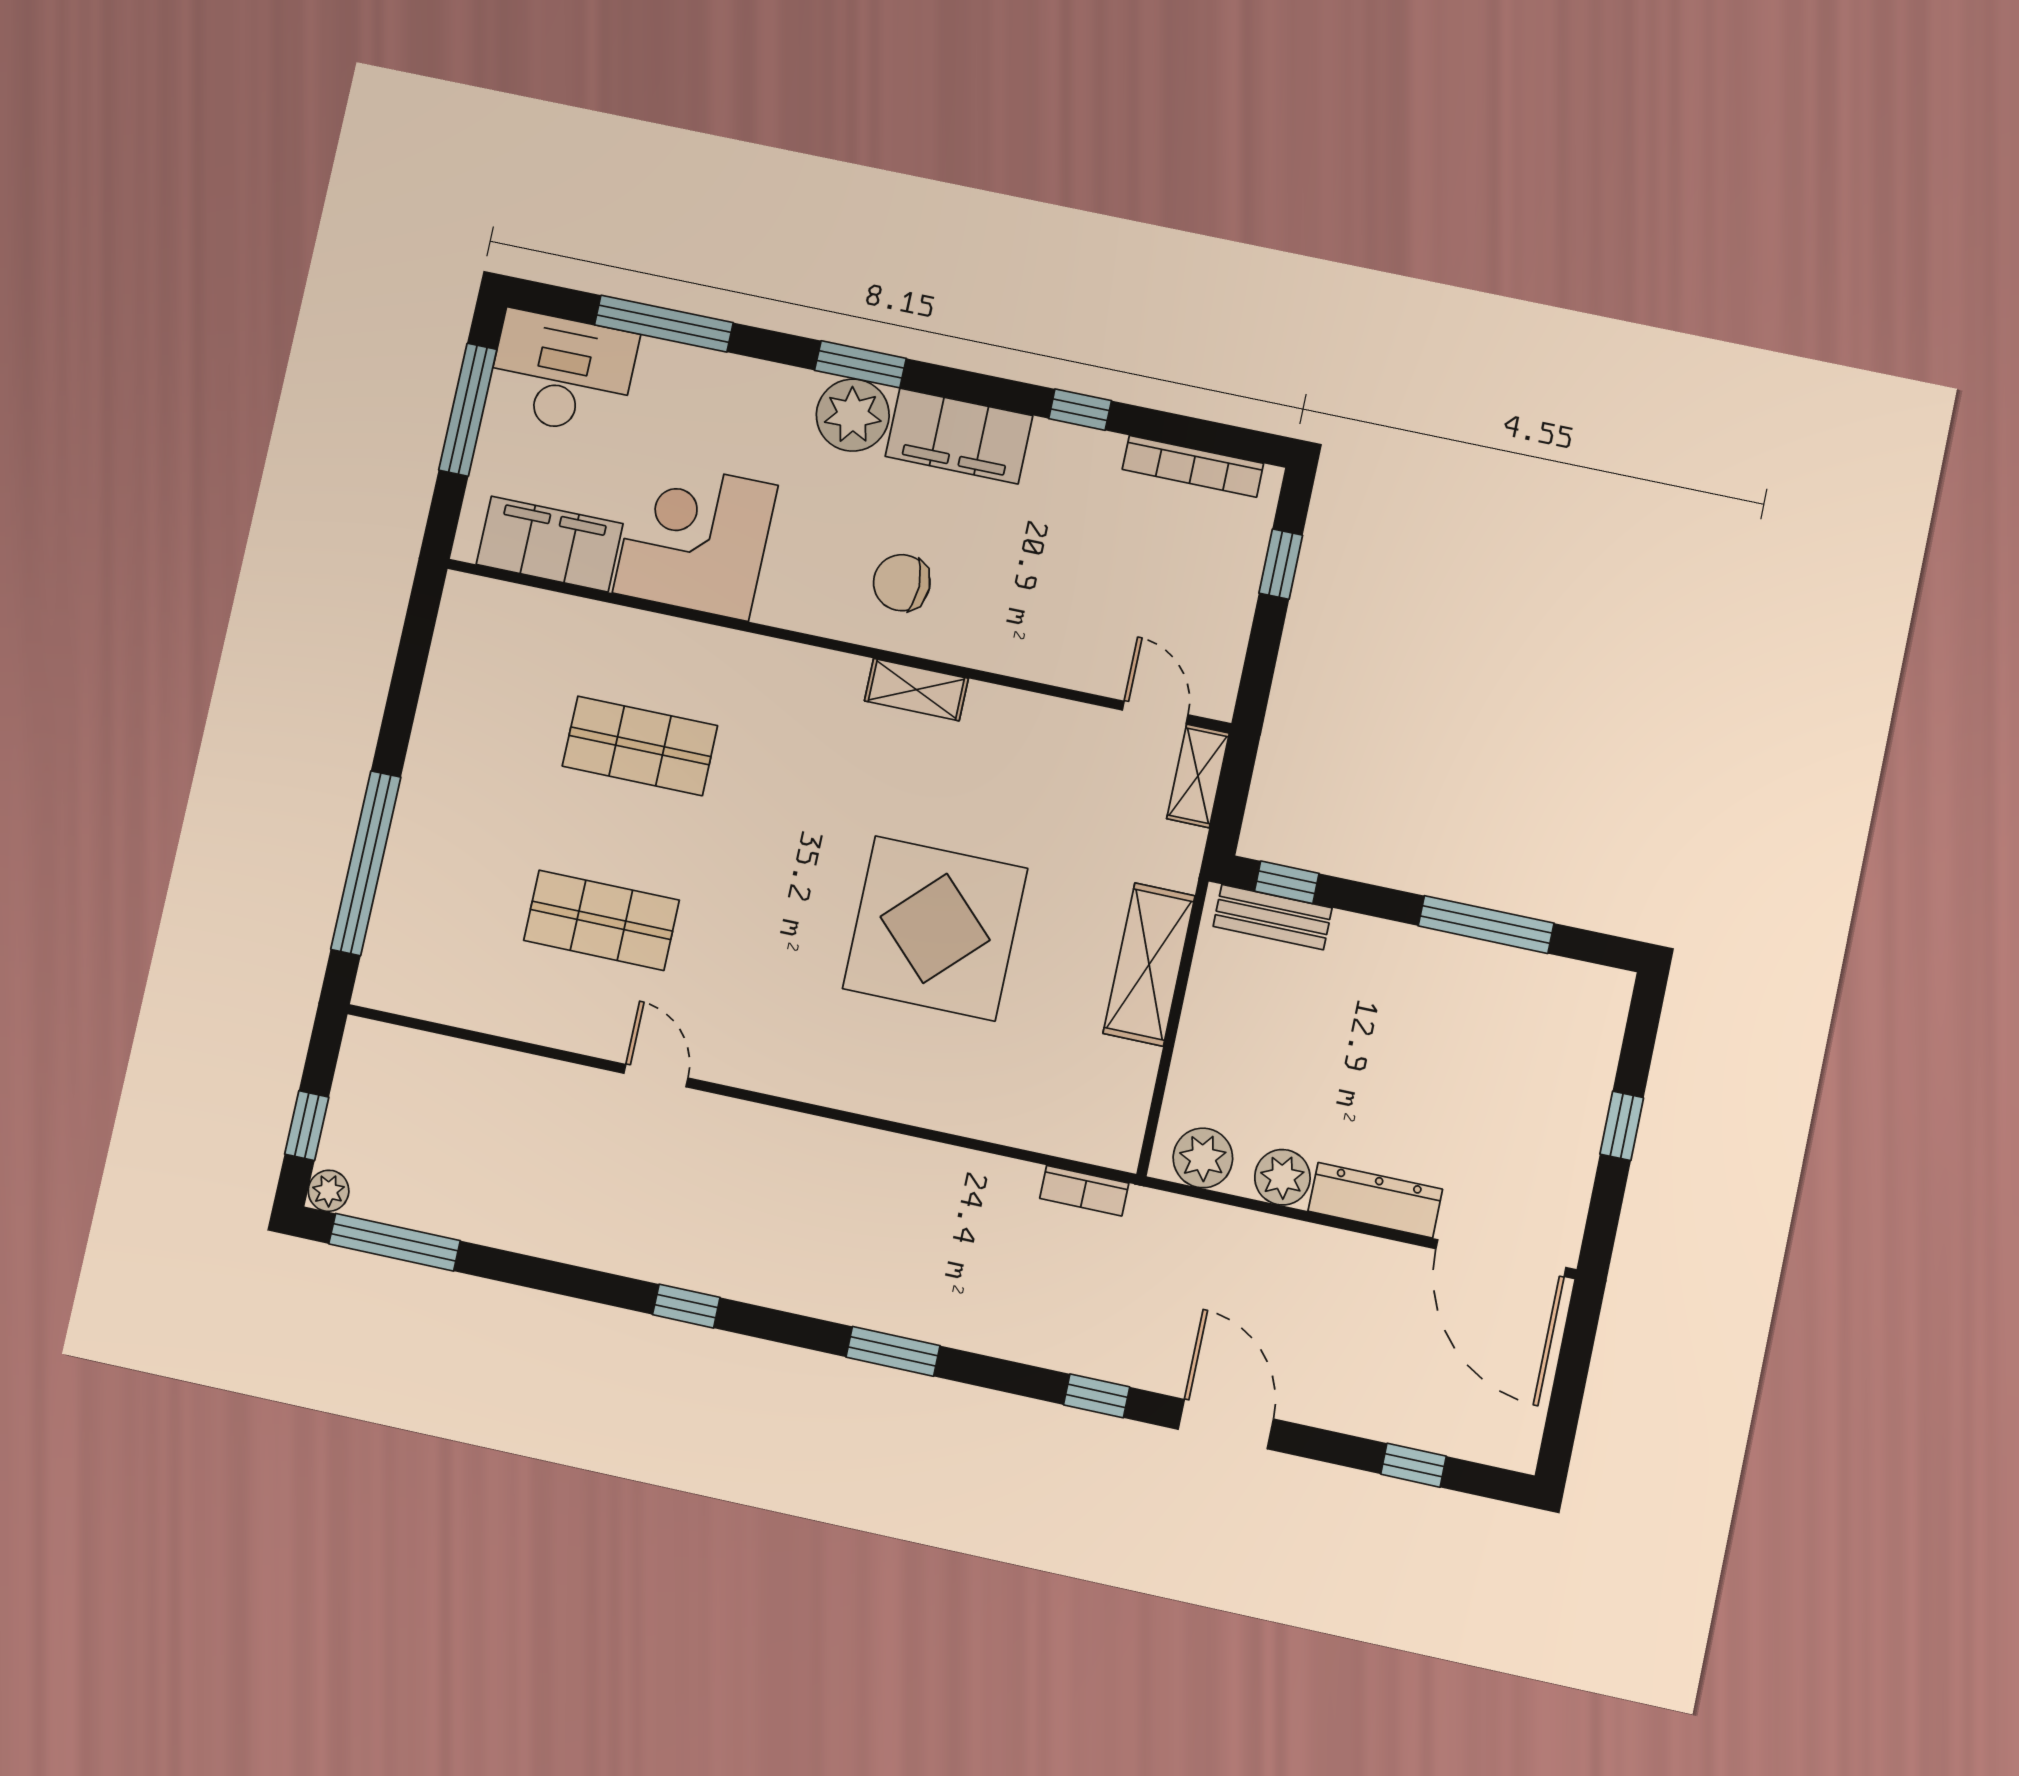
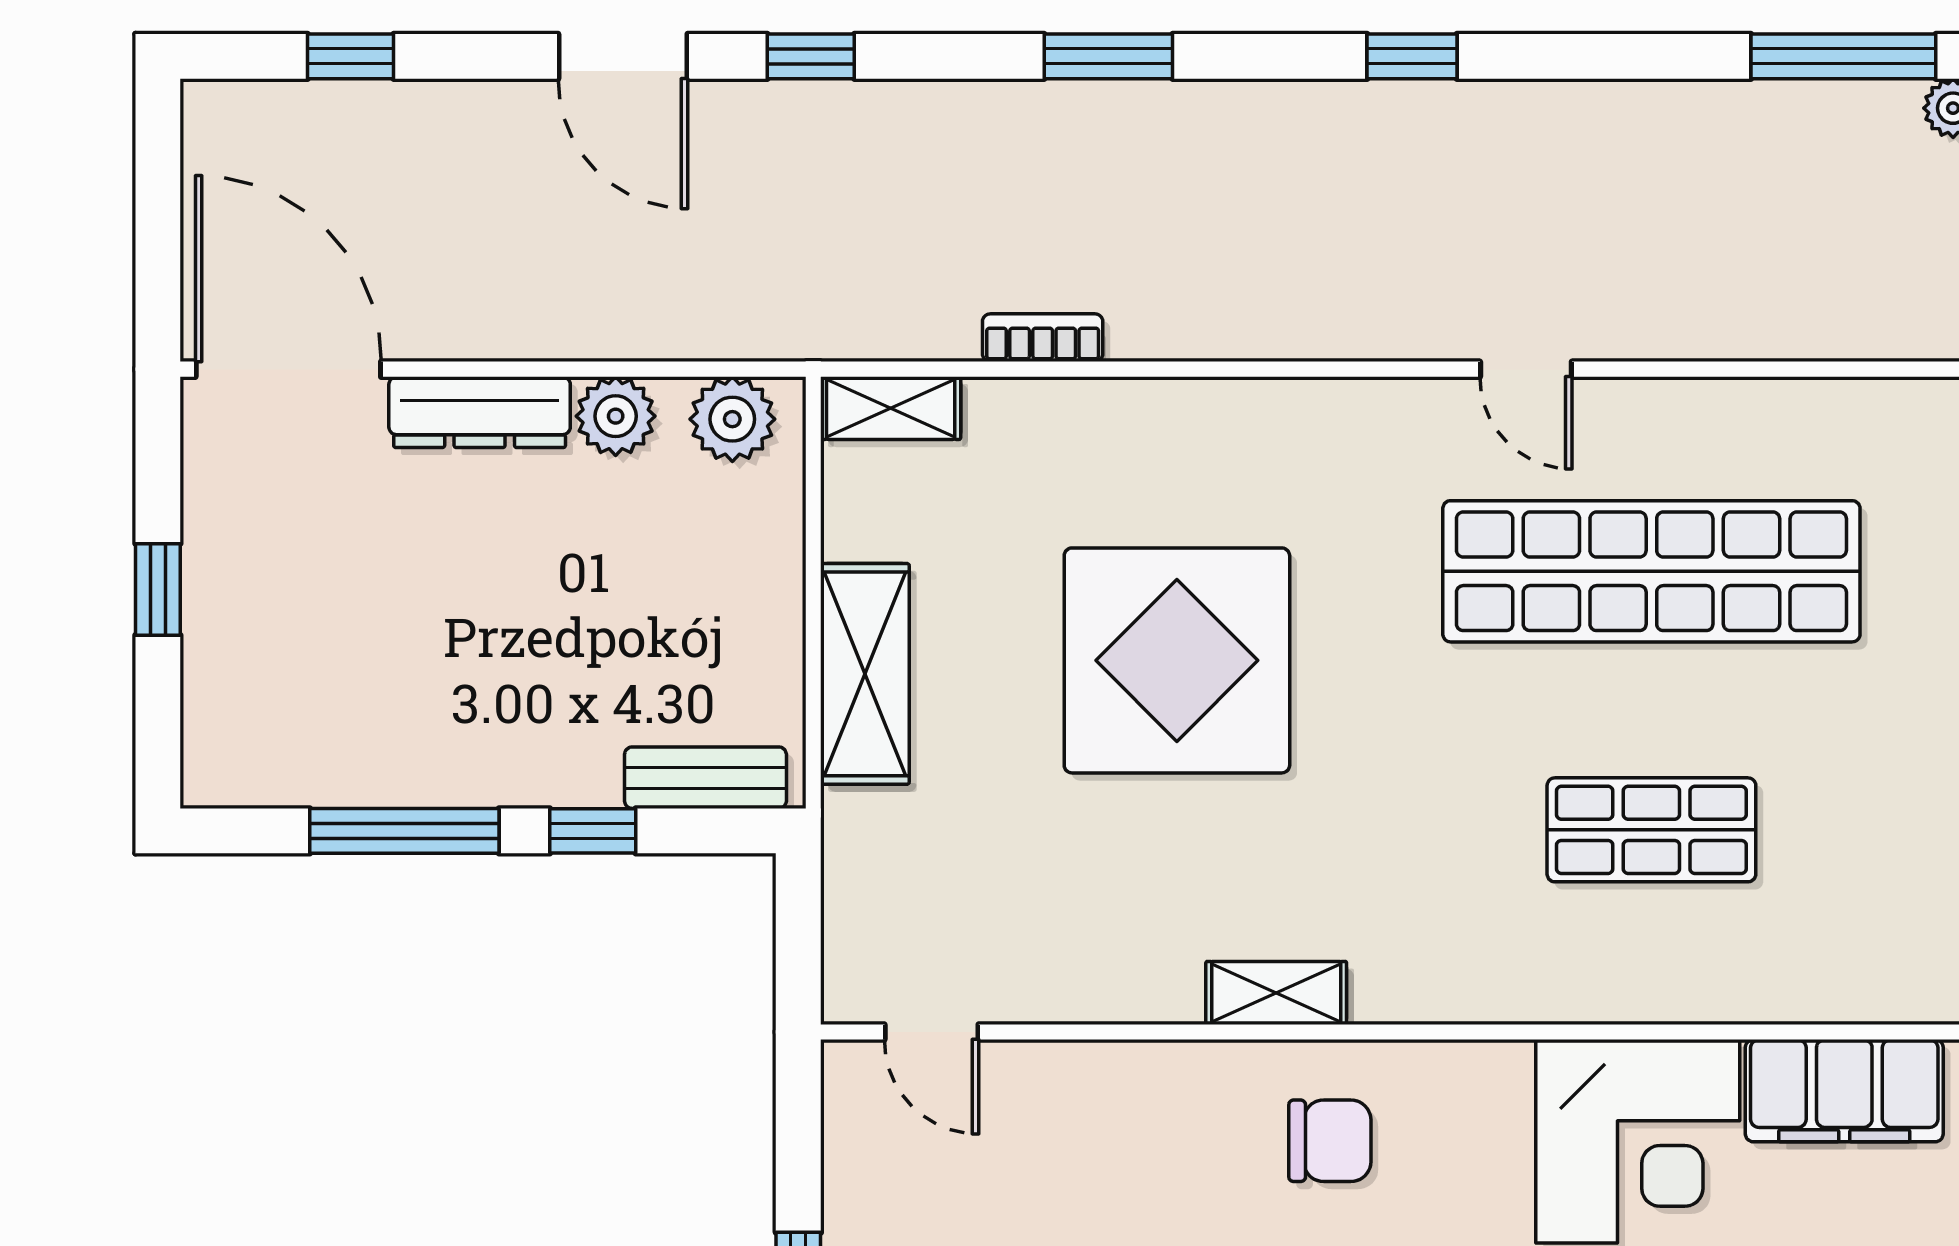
shelving: (1198, 776) -> (891, 408), moved, turned 90
window: (1287, 882) -> (593, 831), moved
shop shelf: (601, 920) -> (1651, 571), width x2.00, depth x1.36
bookcase: (1084, 1191) -> (1043, 338), moved

